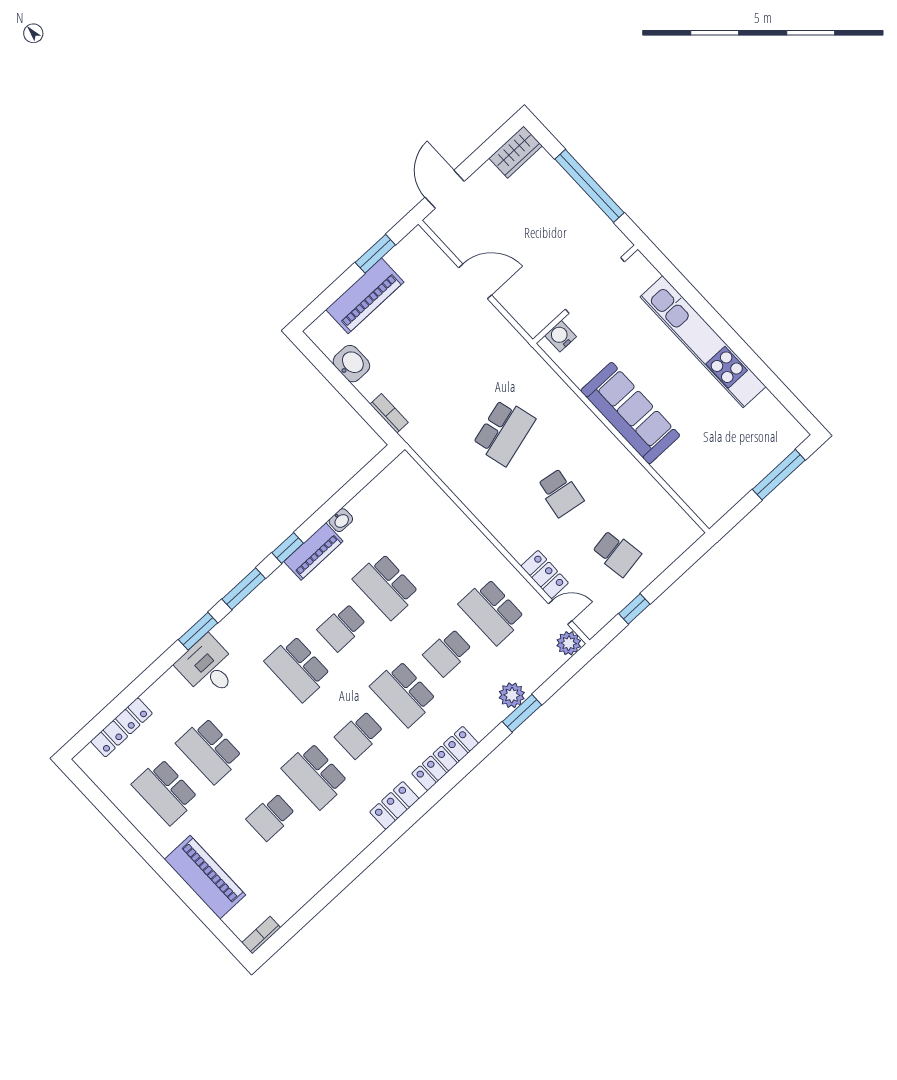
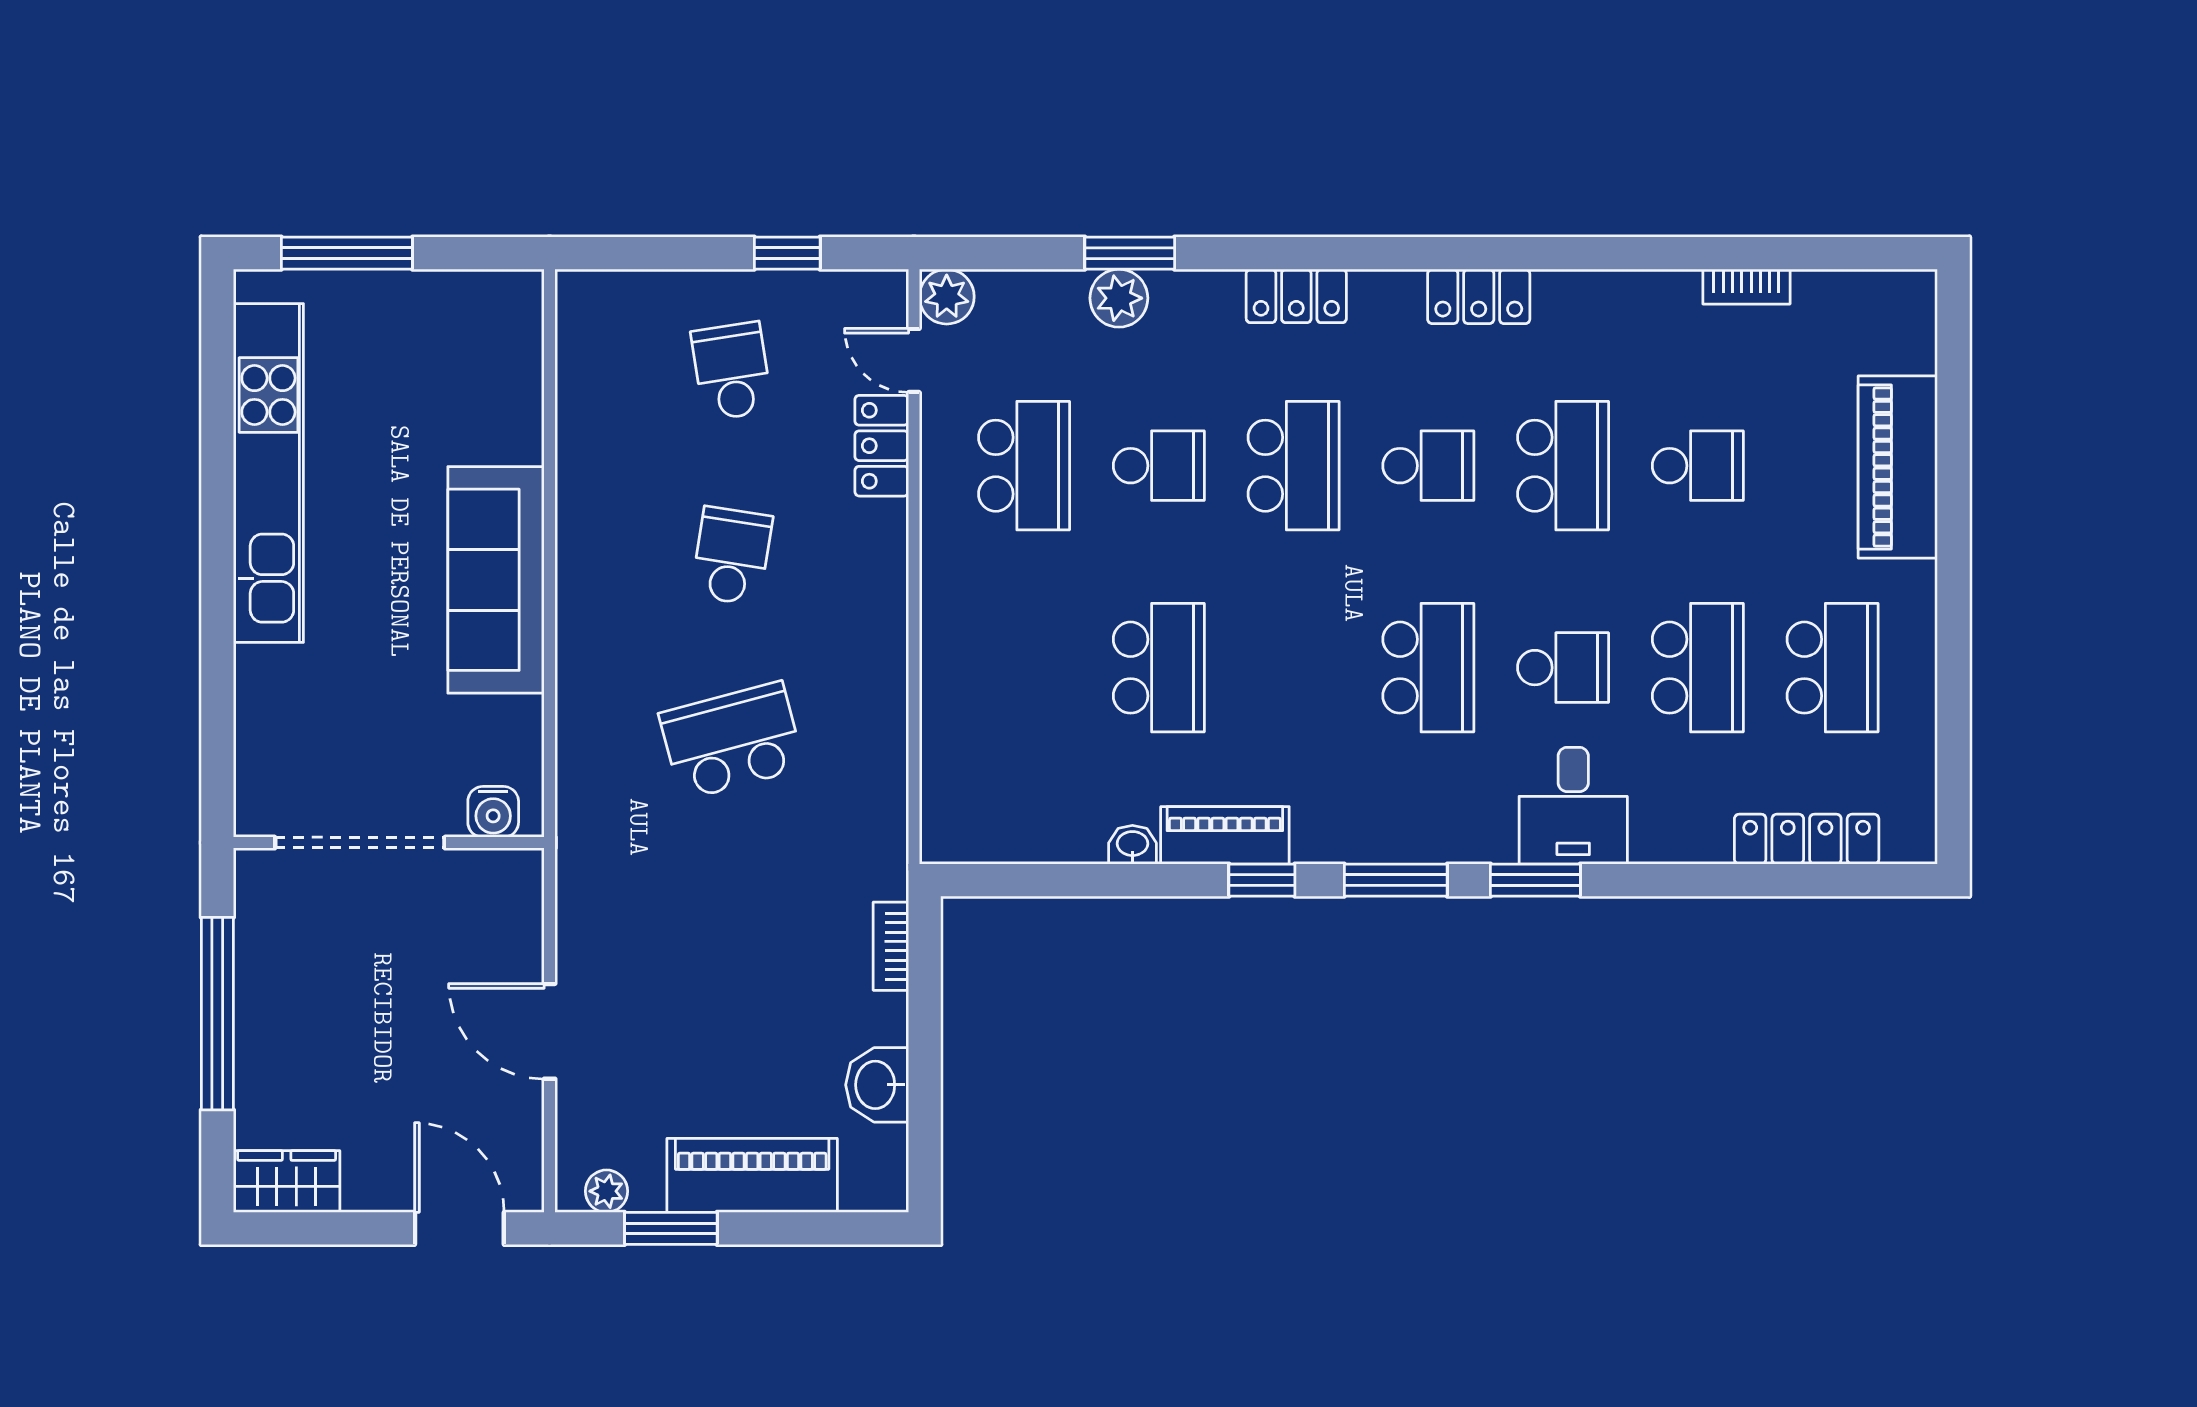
door: (445, 189) -> (459, 1228), swing flipped
plant: (408, 246) -> (606, 1191), added
kitchen unit: (703, 342) -> (268, 473), moved
school desk: (342, 627) -> (1563, 668), moved
locker: (445, 758) -> (1296, 296), width x0.66
bookcase: (261, 935) -> (1746, 287), moved

